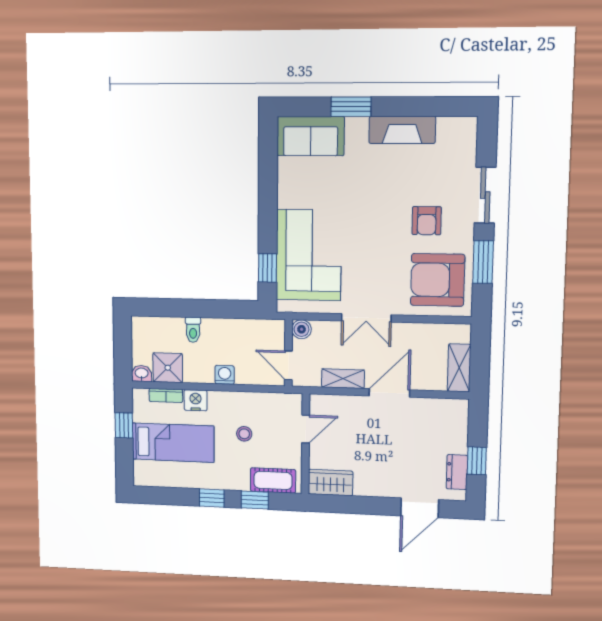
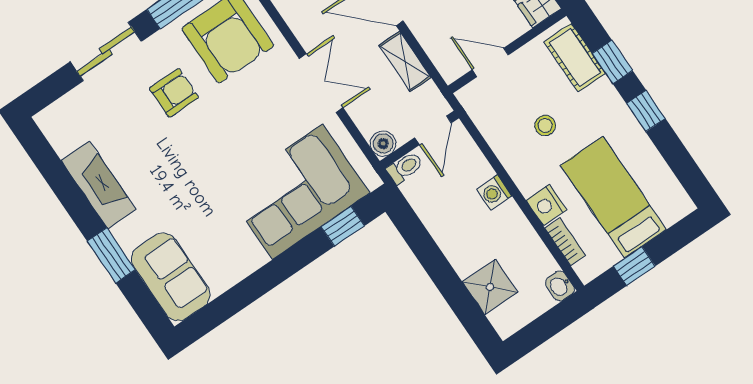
toilet: (193, 330) -> (405, 168), moved
shower: (168, 368) -> (490, 287), moved

